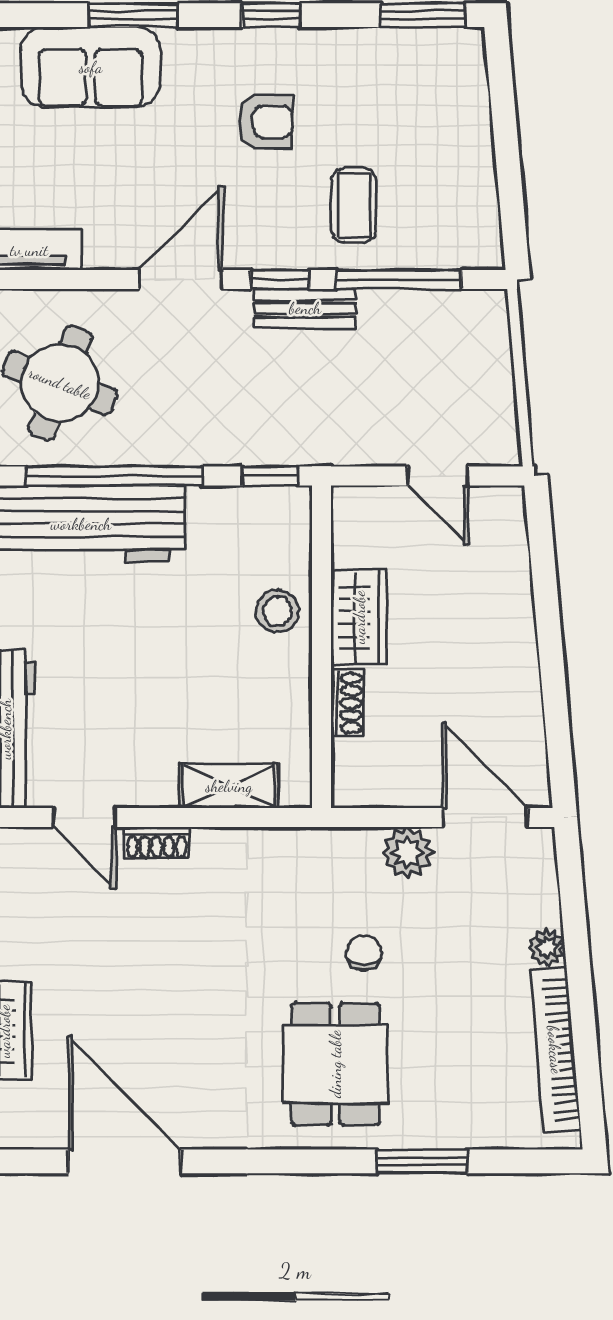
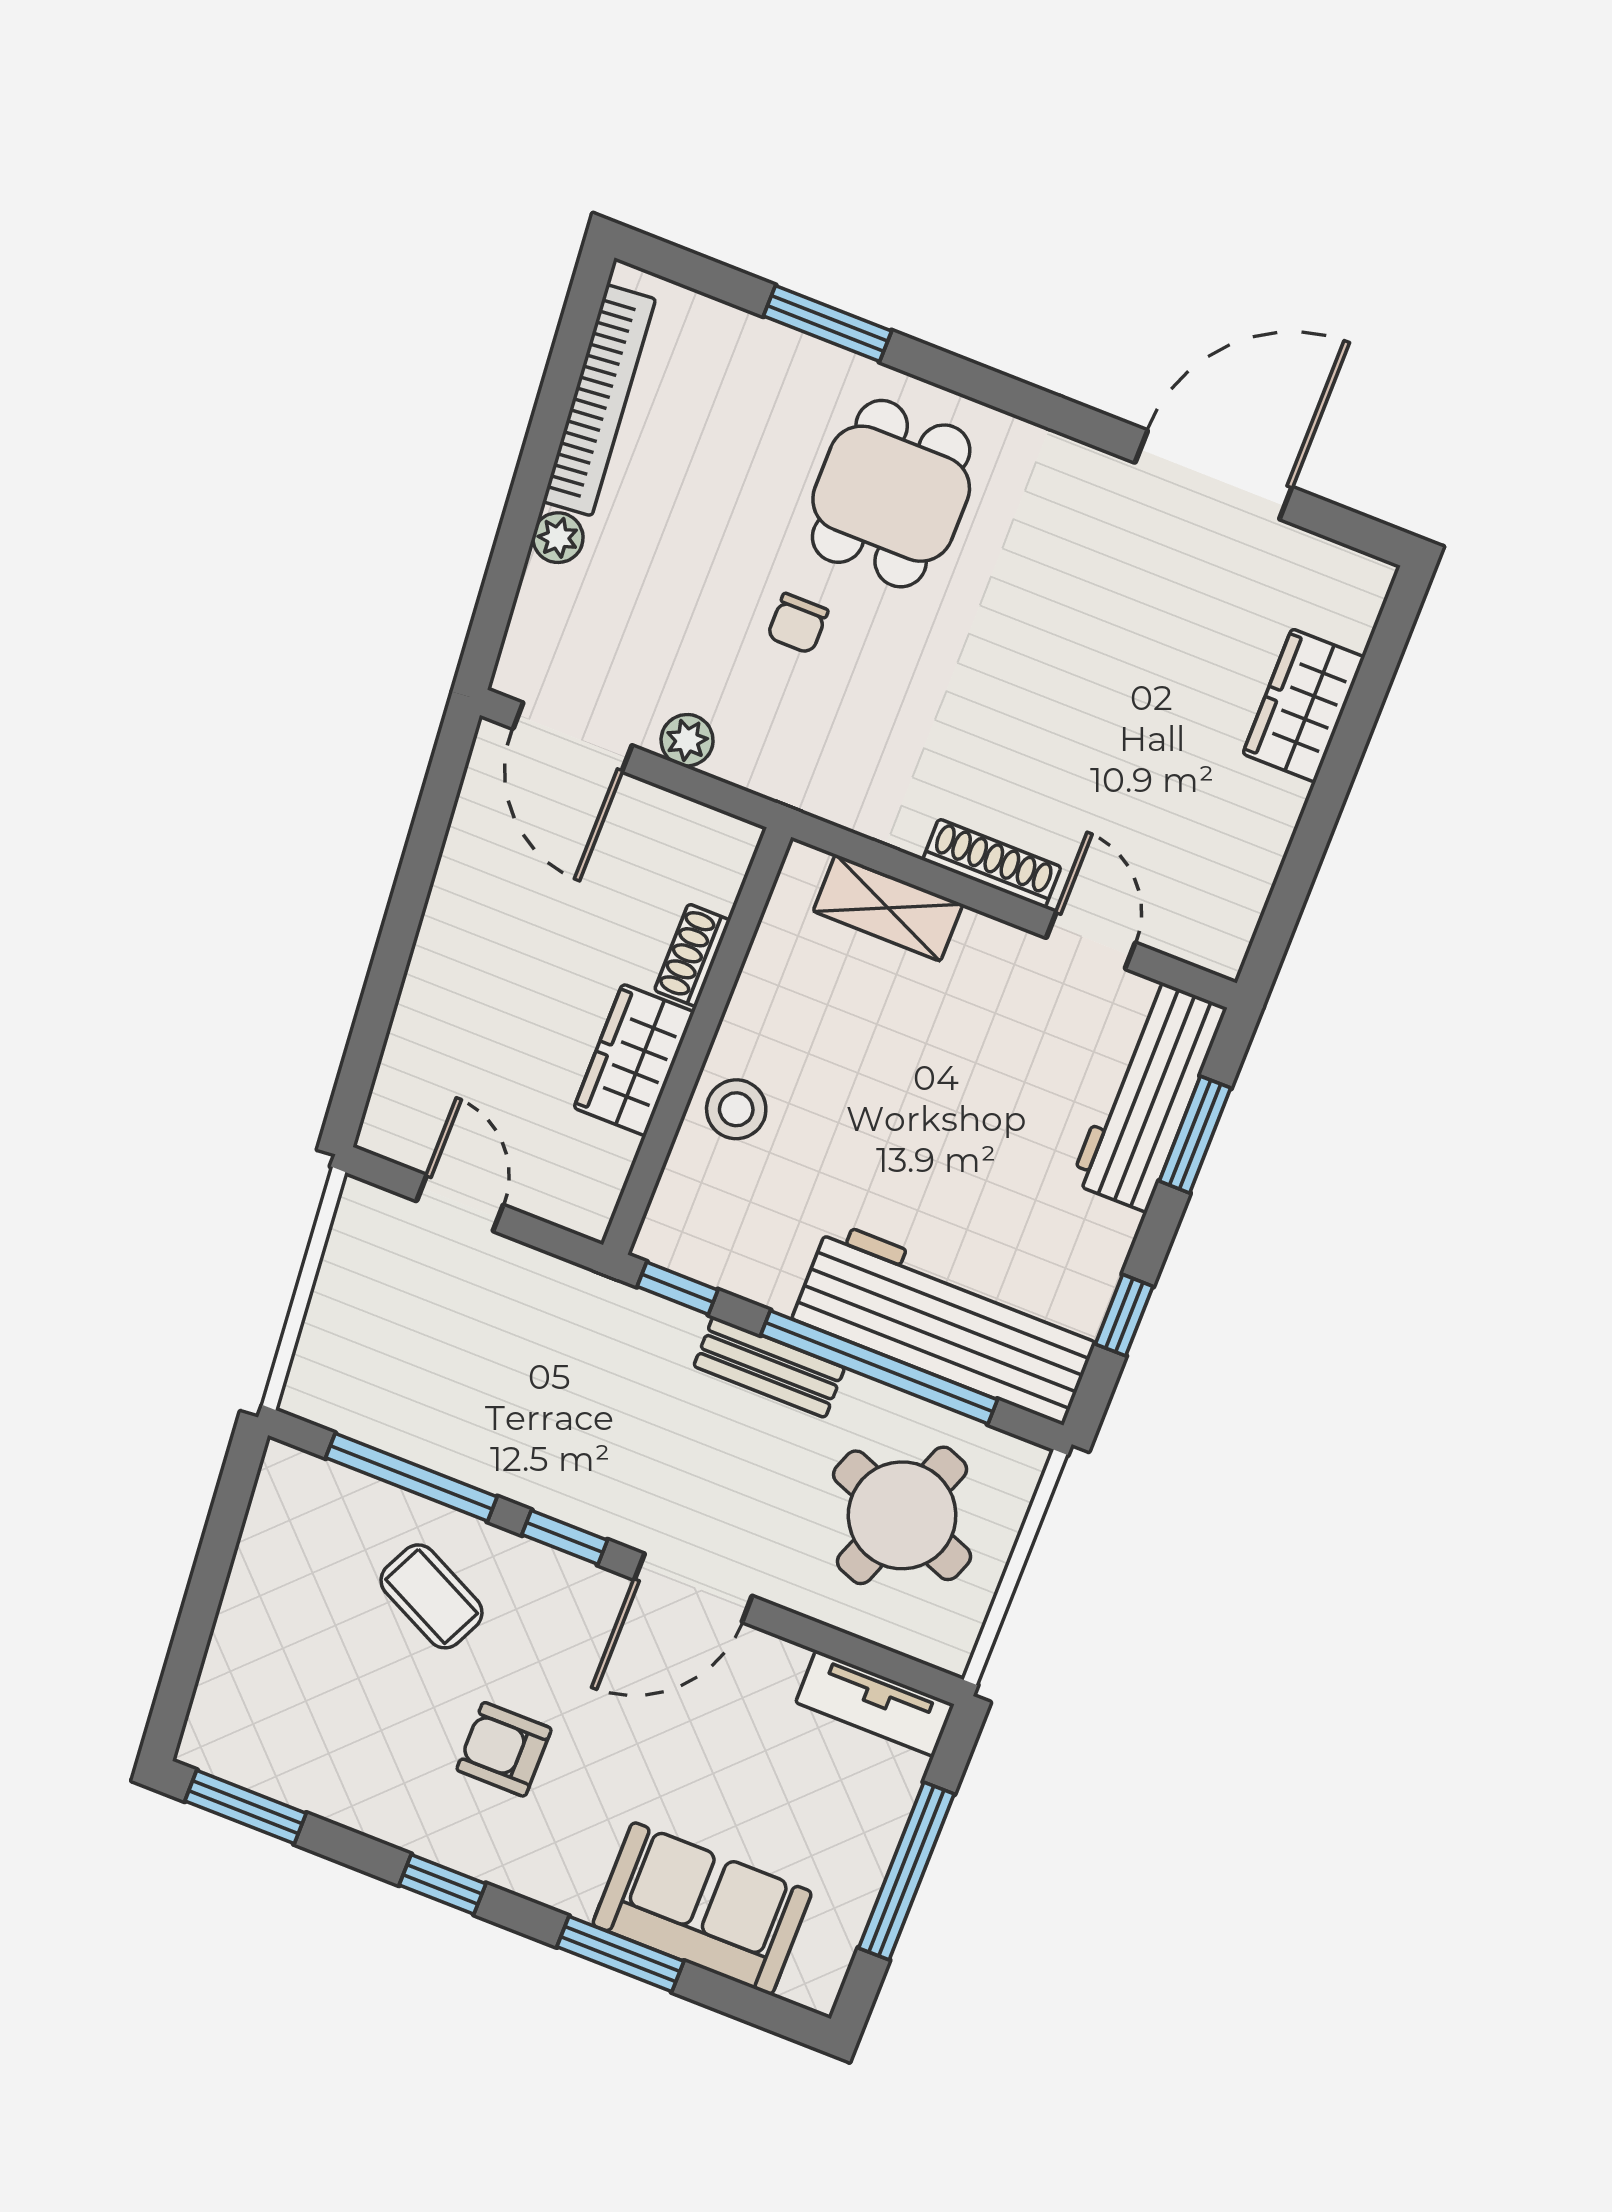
coffee table: (354, 205) -> (432, 1596), turned -64
bench: (305, 308) -> (769, 1367), moved
shoe rack: (157, 843) -> (992, 863), width x1.43
plant: (407, 852) -> (687, 740), width x0.73, depth x0.73
door: (124, 1161) -> (1214, 475), swing flipped

